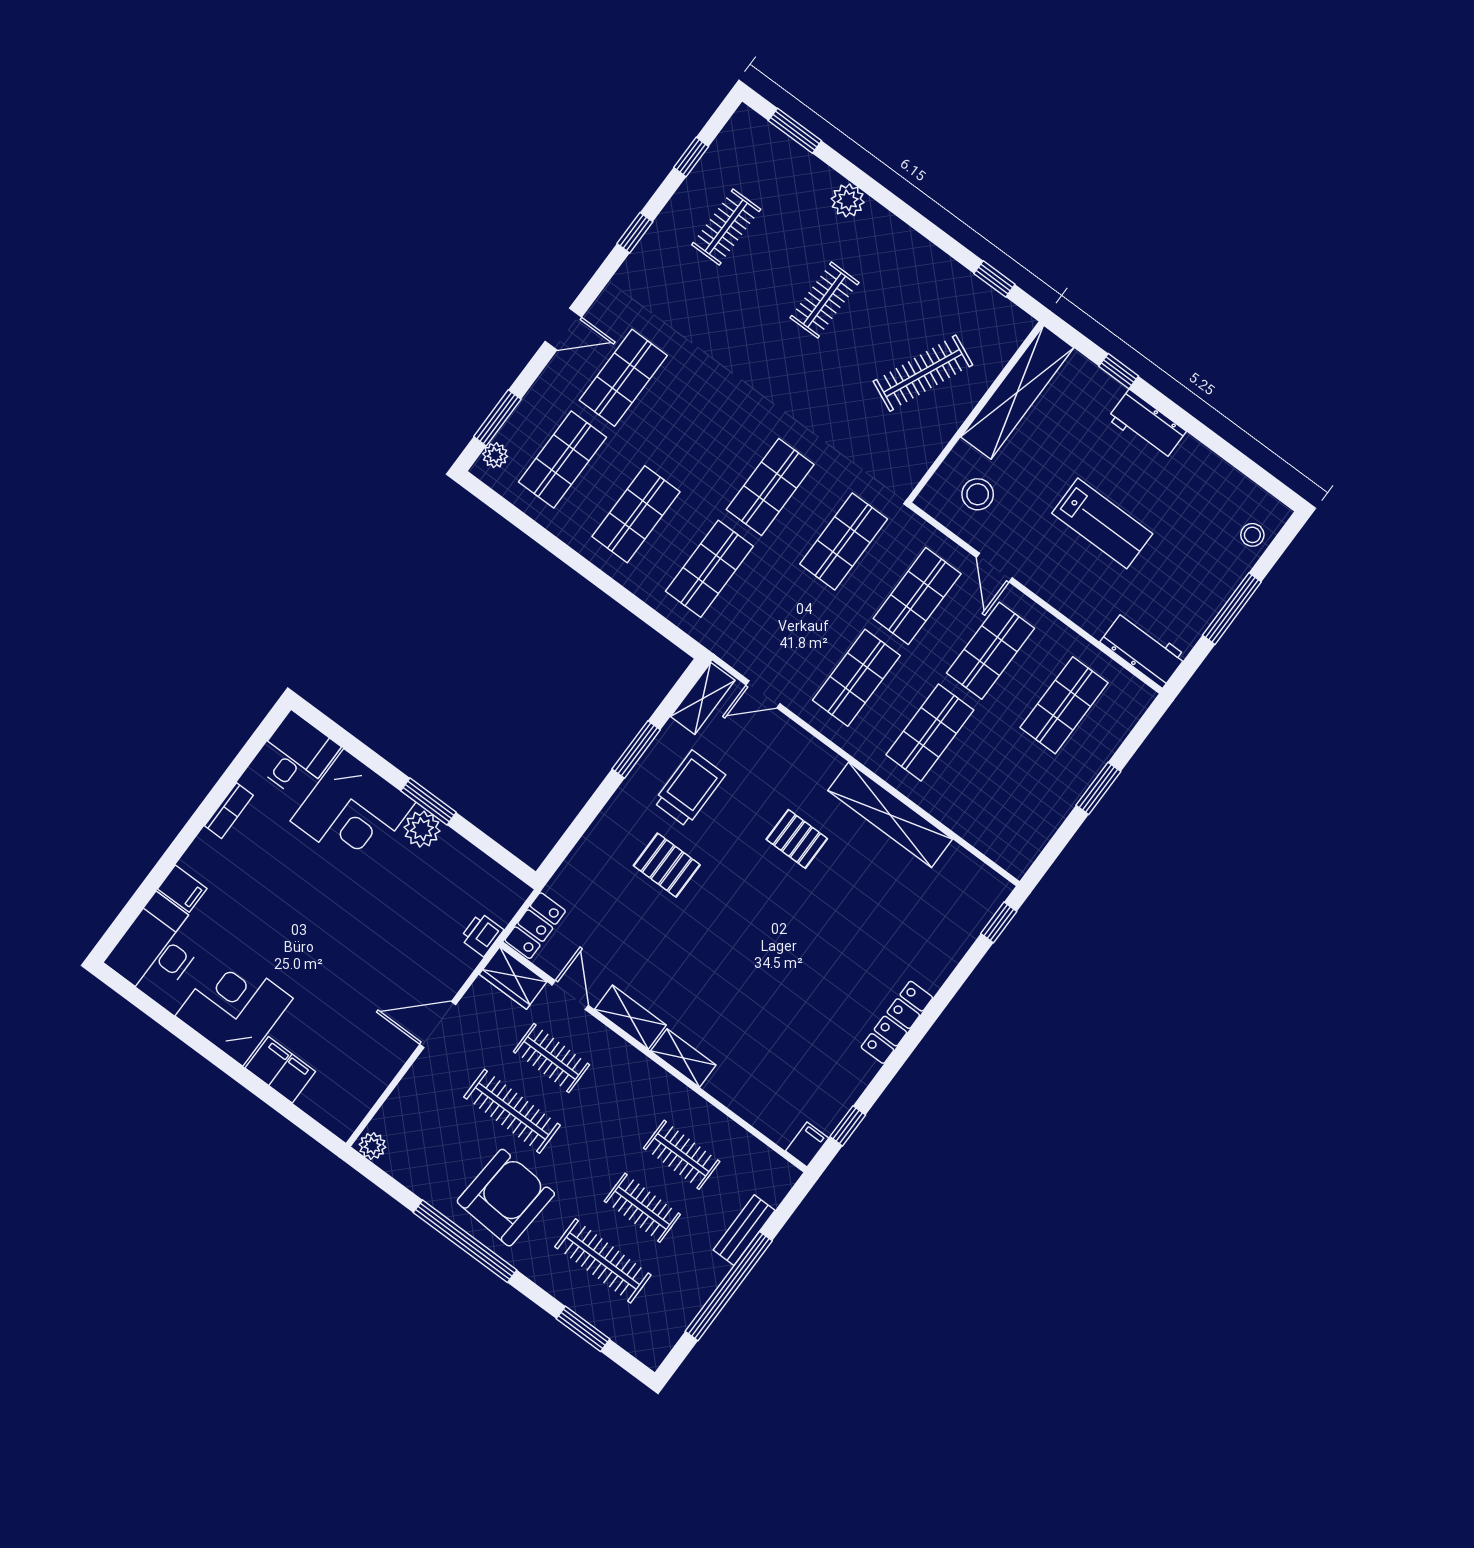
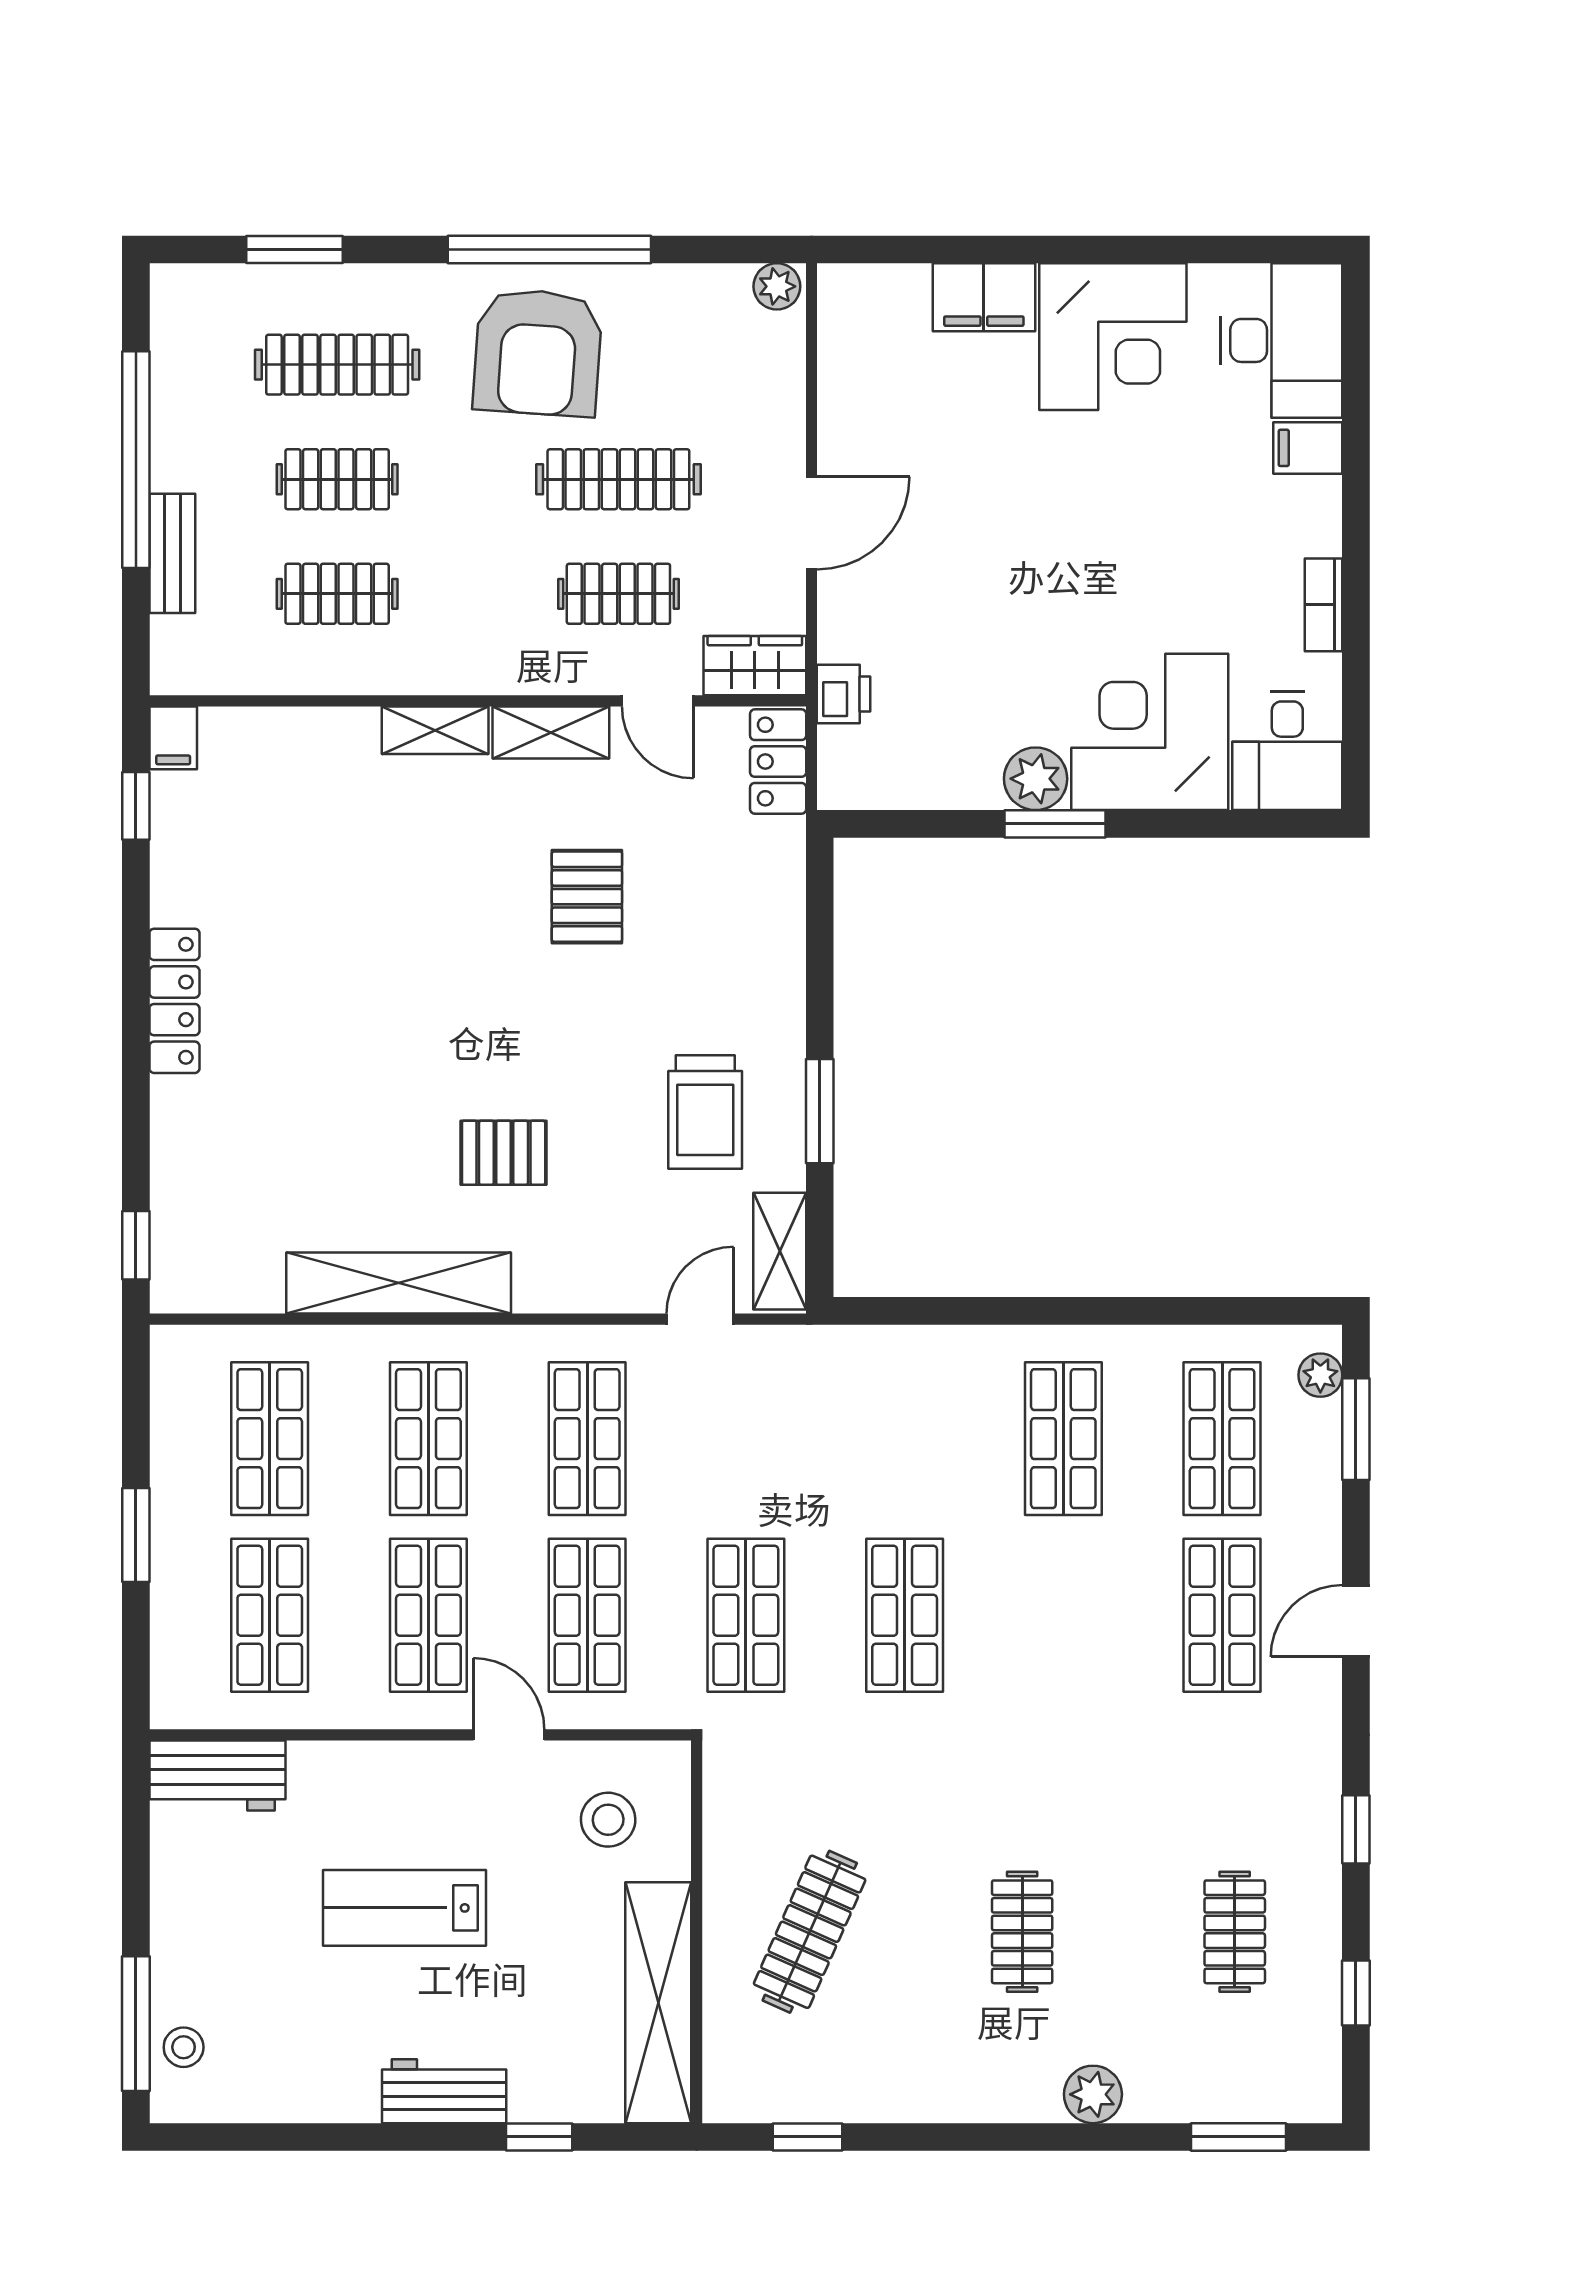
shop shelf: (709, 569) -> (270, 1439), moved
window: (1232, 609) -> (136, 2024), moved
pallet: (667, 865) -> (587, 897), moved, turned 90

